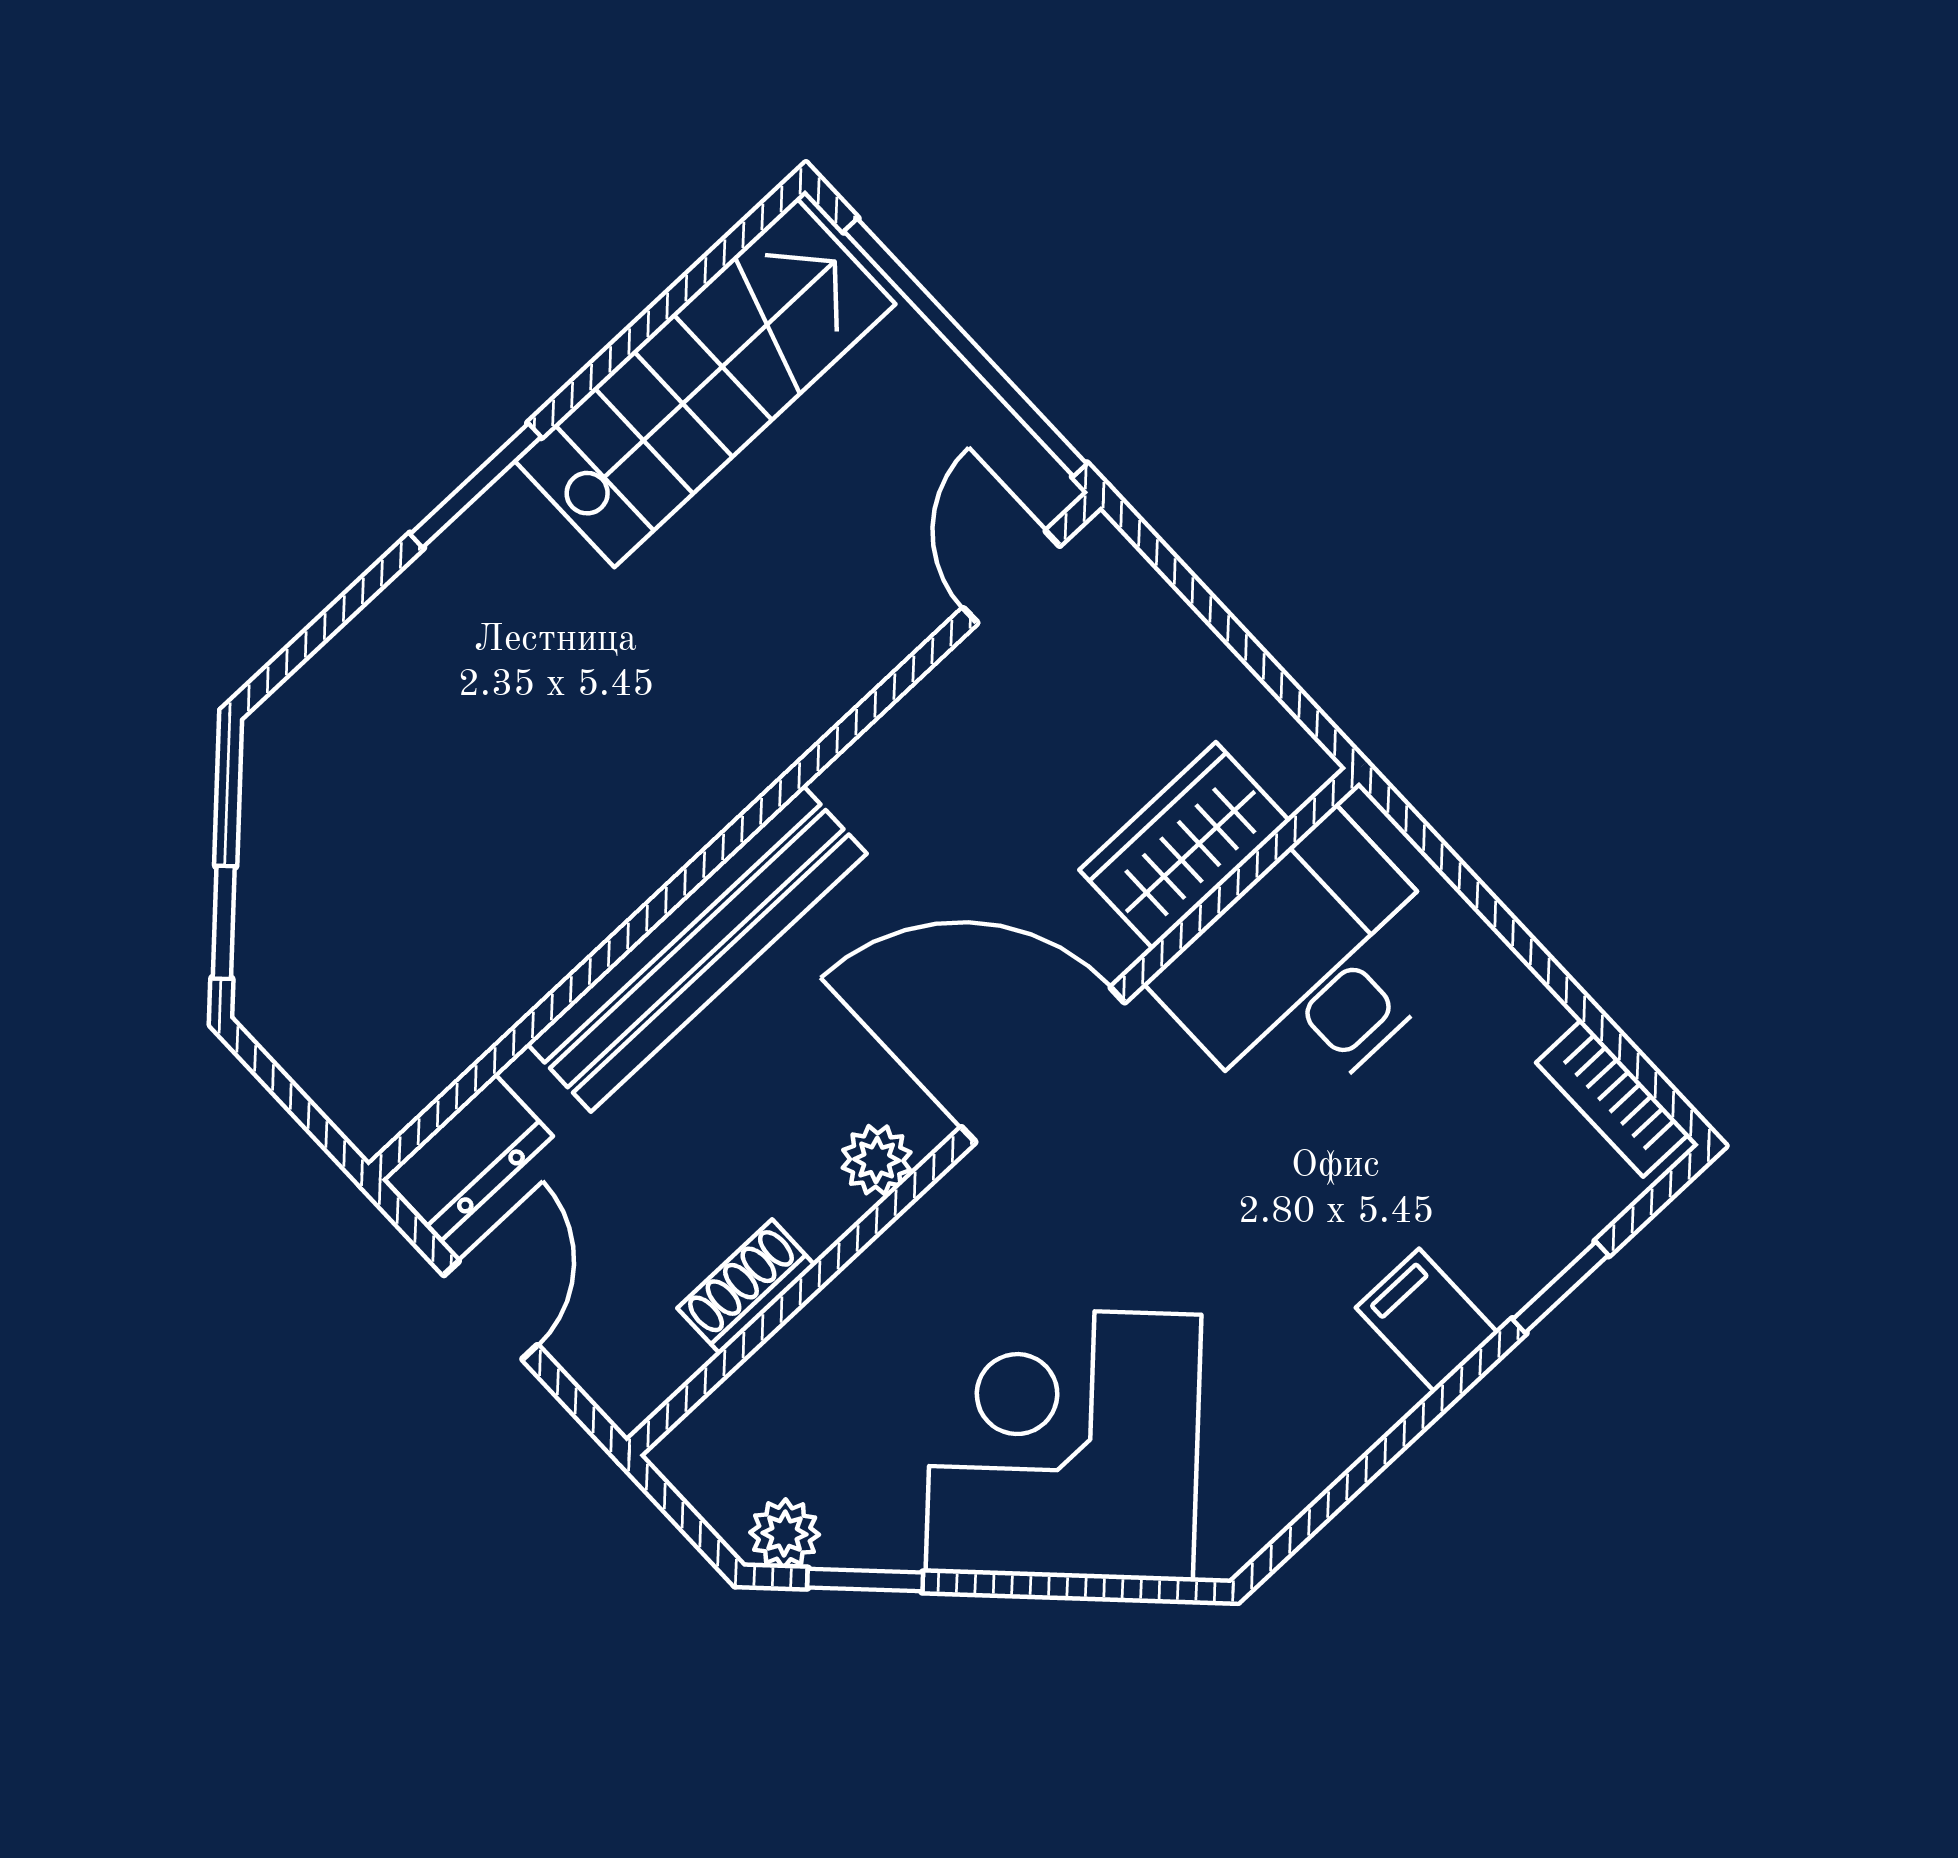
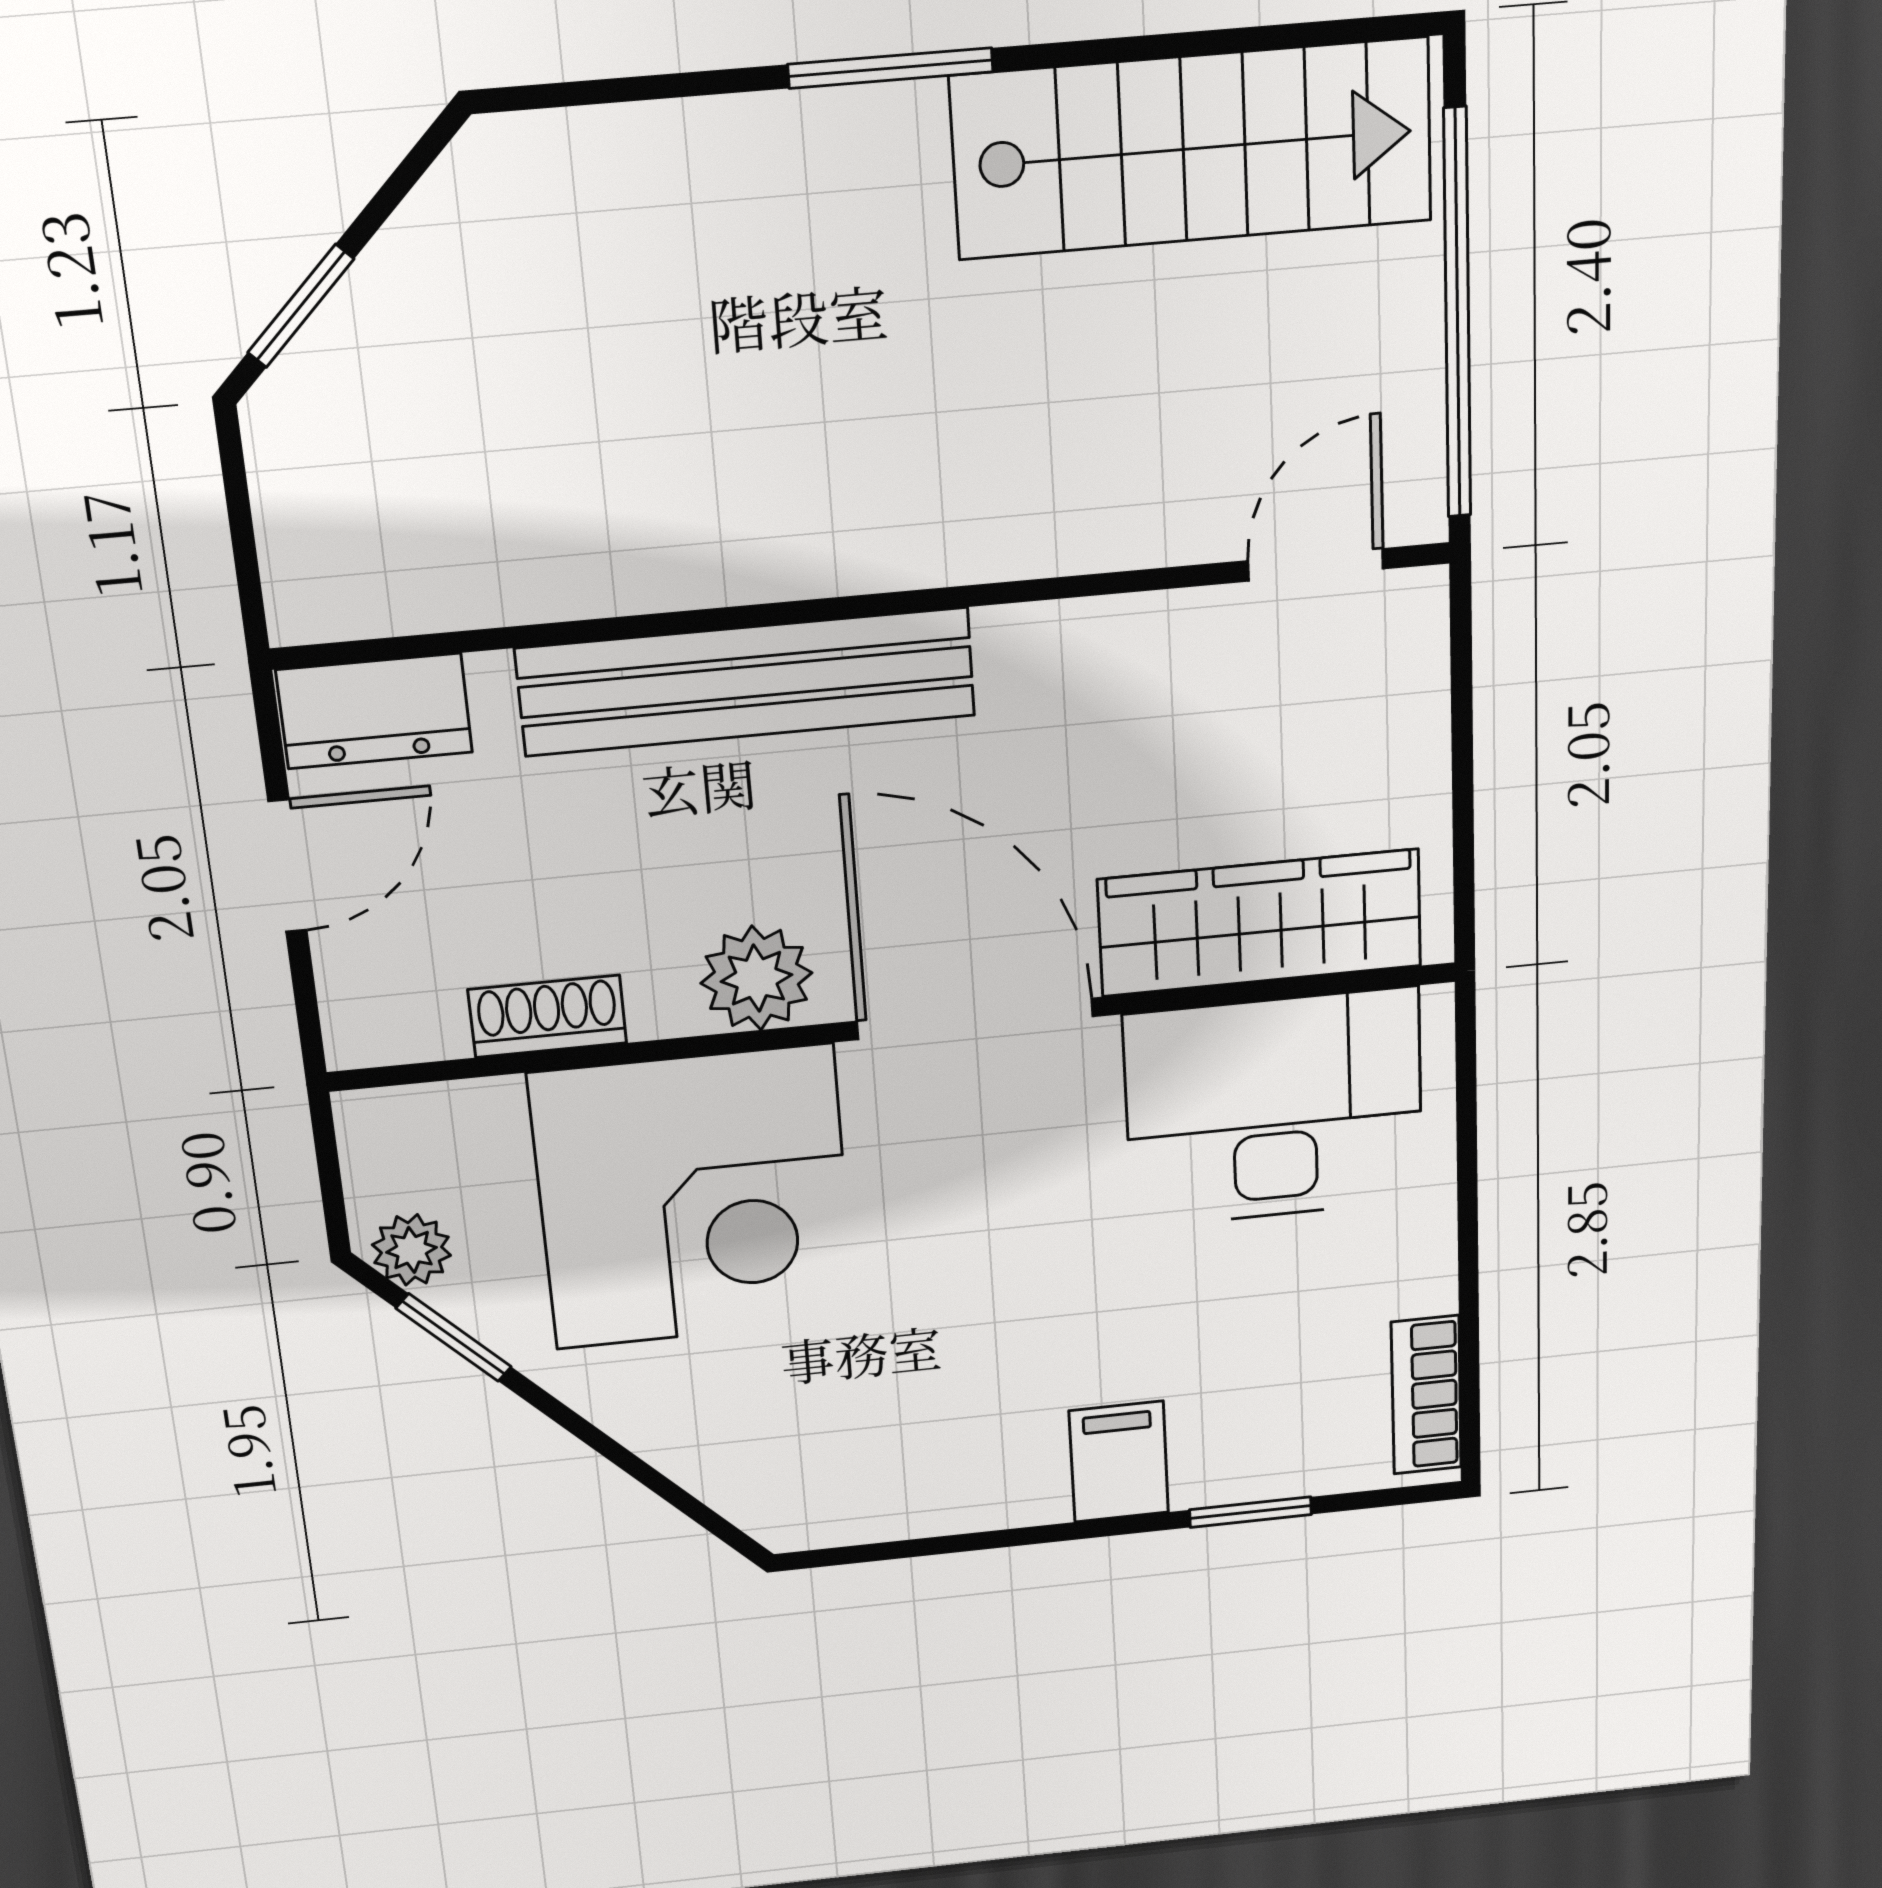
wardrobe: (1185, 845) -> (1260, 923), width x1.50
plant: (877, 1160) -> (756, 978), width x1.38, depth x1.38
corner desk: (1064, 1444) -> (694, 1198), moved, turned 135

